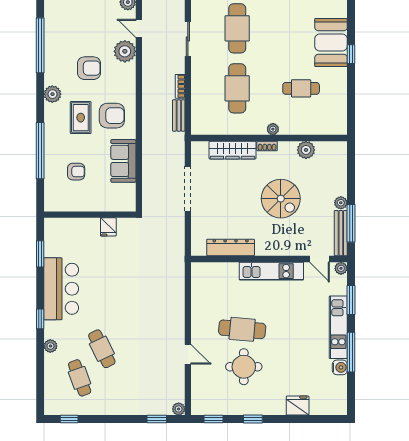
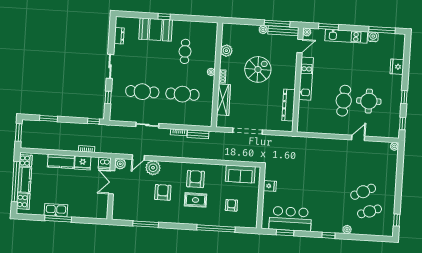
window: (40, 45) -> (146, 224), width x0.68
plant: (52, 94) -> (179, 218), removed
sofa: (123, 161) -> (240, 174), moved
bar counter: (61, 289) -> (290, 219), moved
cafe table: (102, 349) -> (363, 192), moved
window: (351, 352) -> (382, 30), moved
window: (157, 419) -> (400, 161), removed

